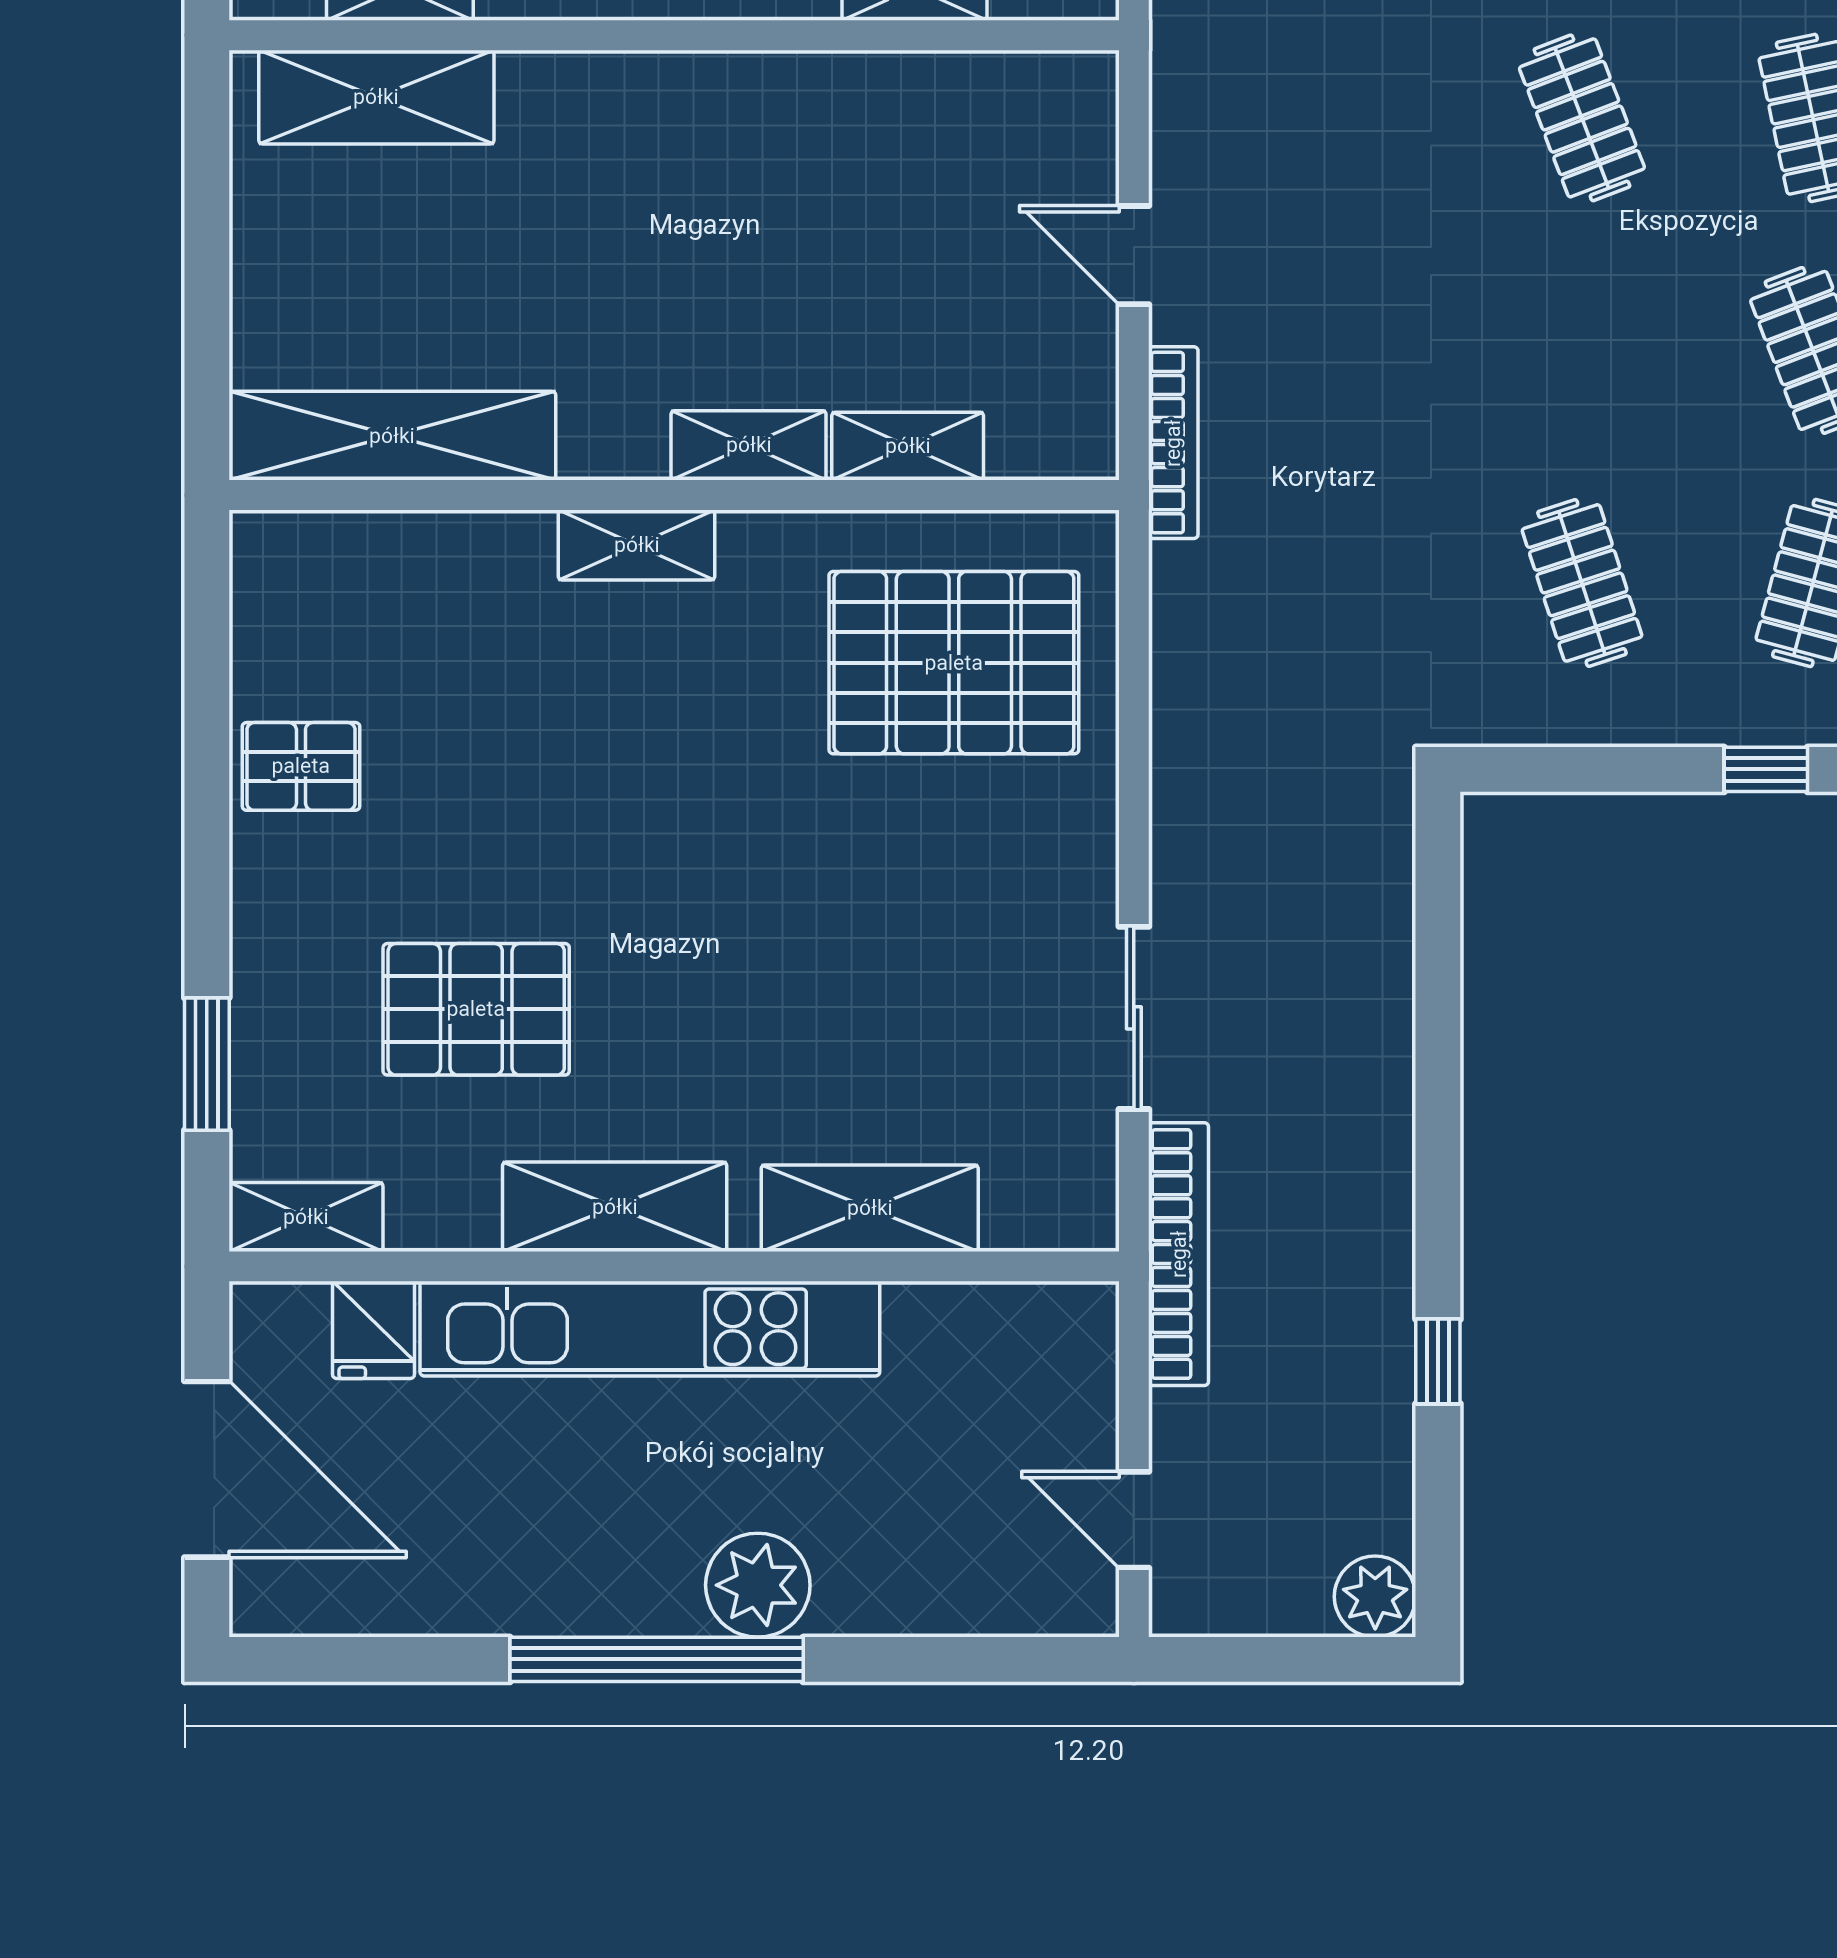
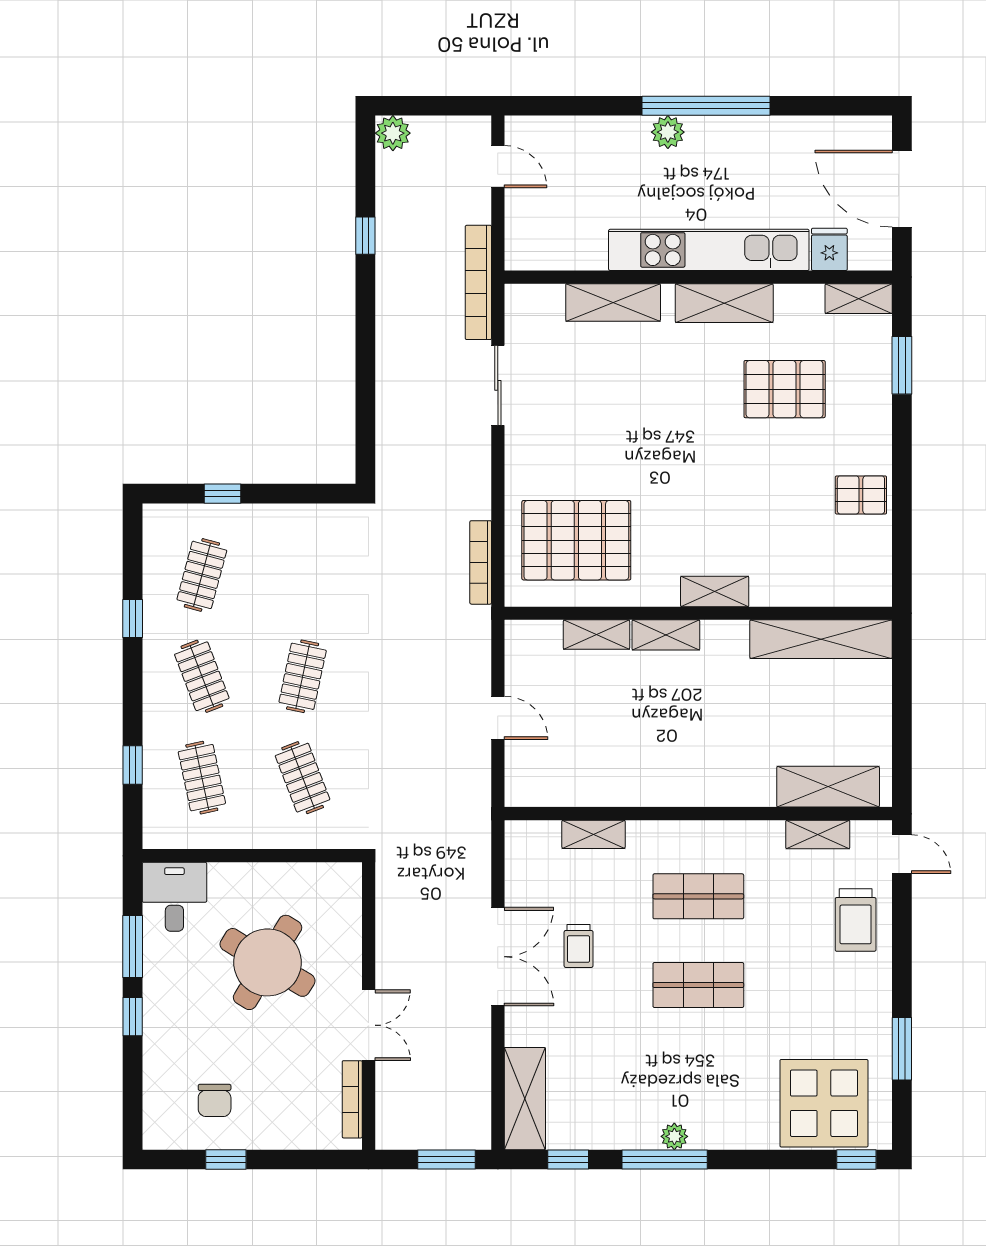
bookcase: (1173, 443) -> (481, 562), moved
clothes rail: (1582, 583) -> (303, 676), moved, turned 30
plant: (758, 1585) -> (668, 132), width x0.73, depth x0.73

